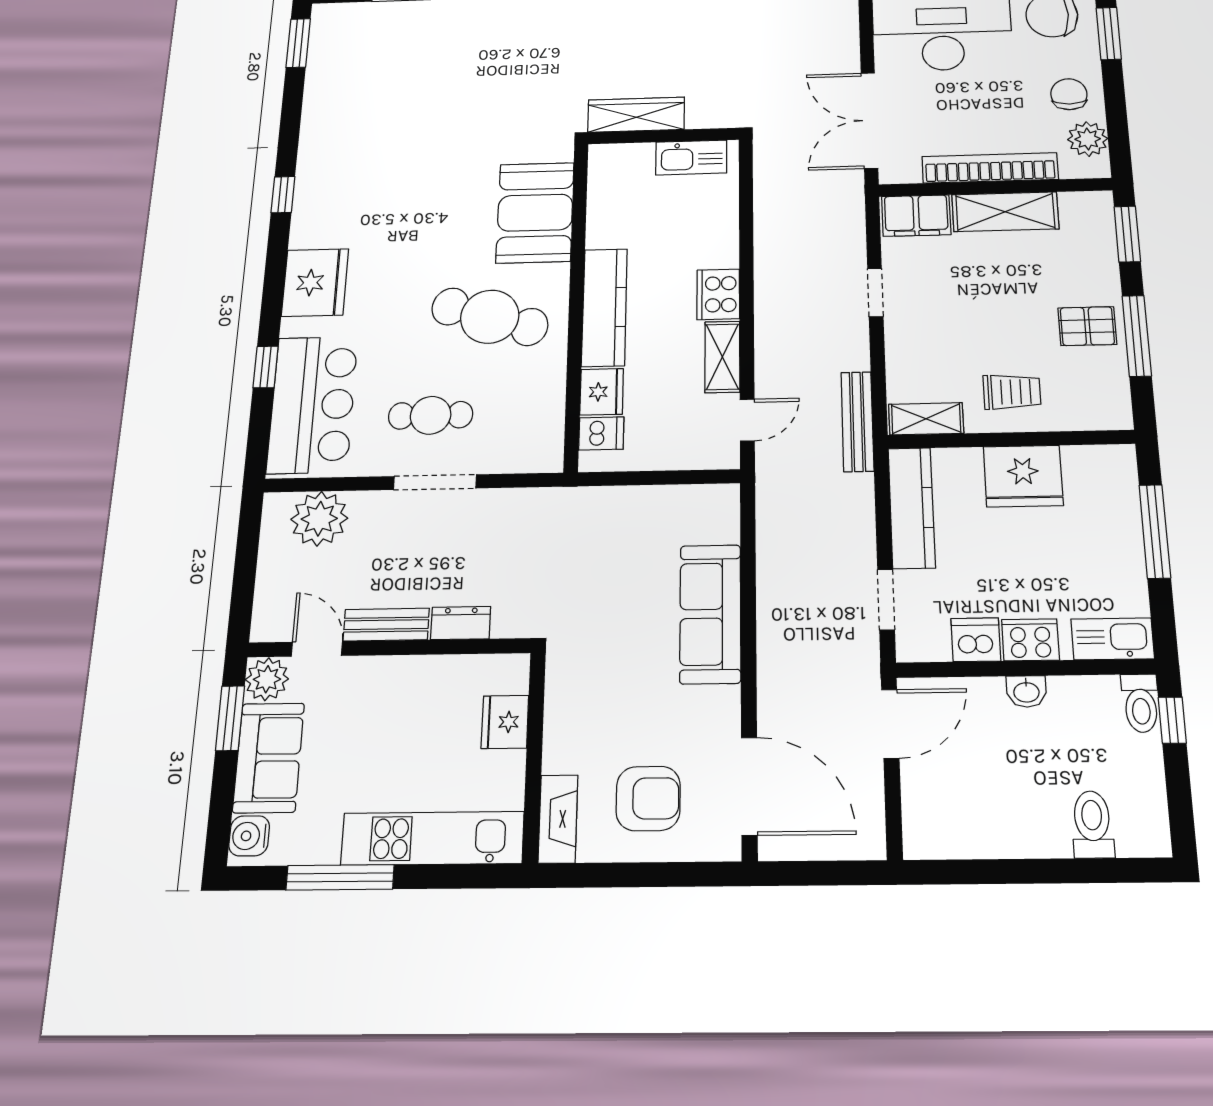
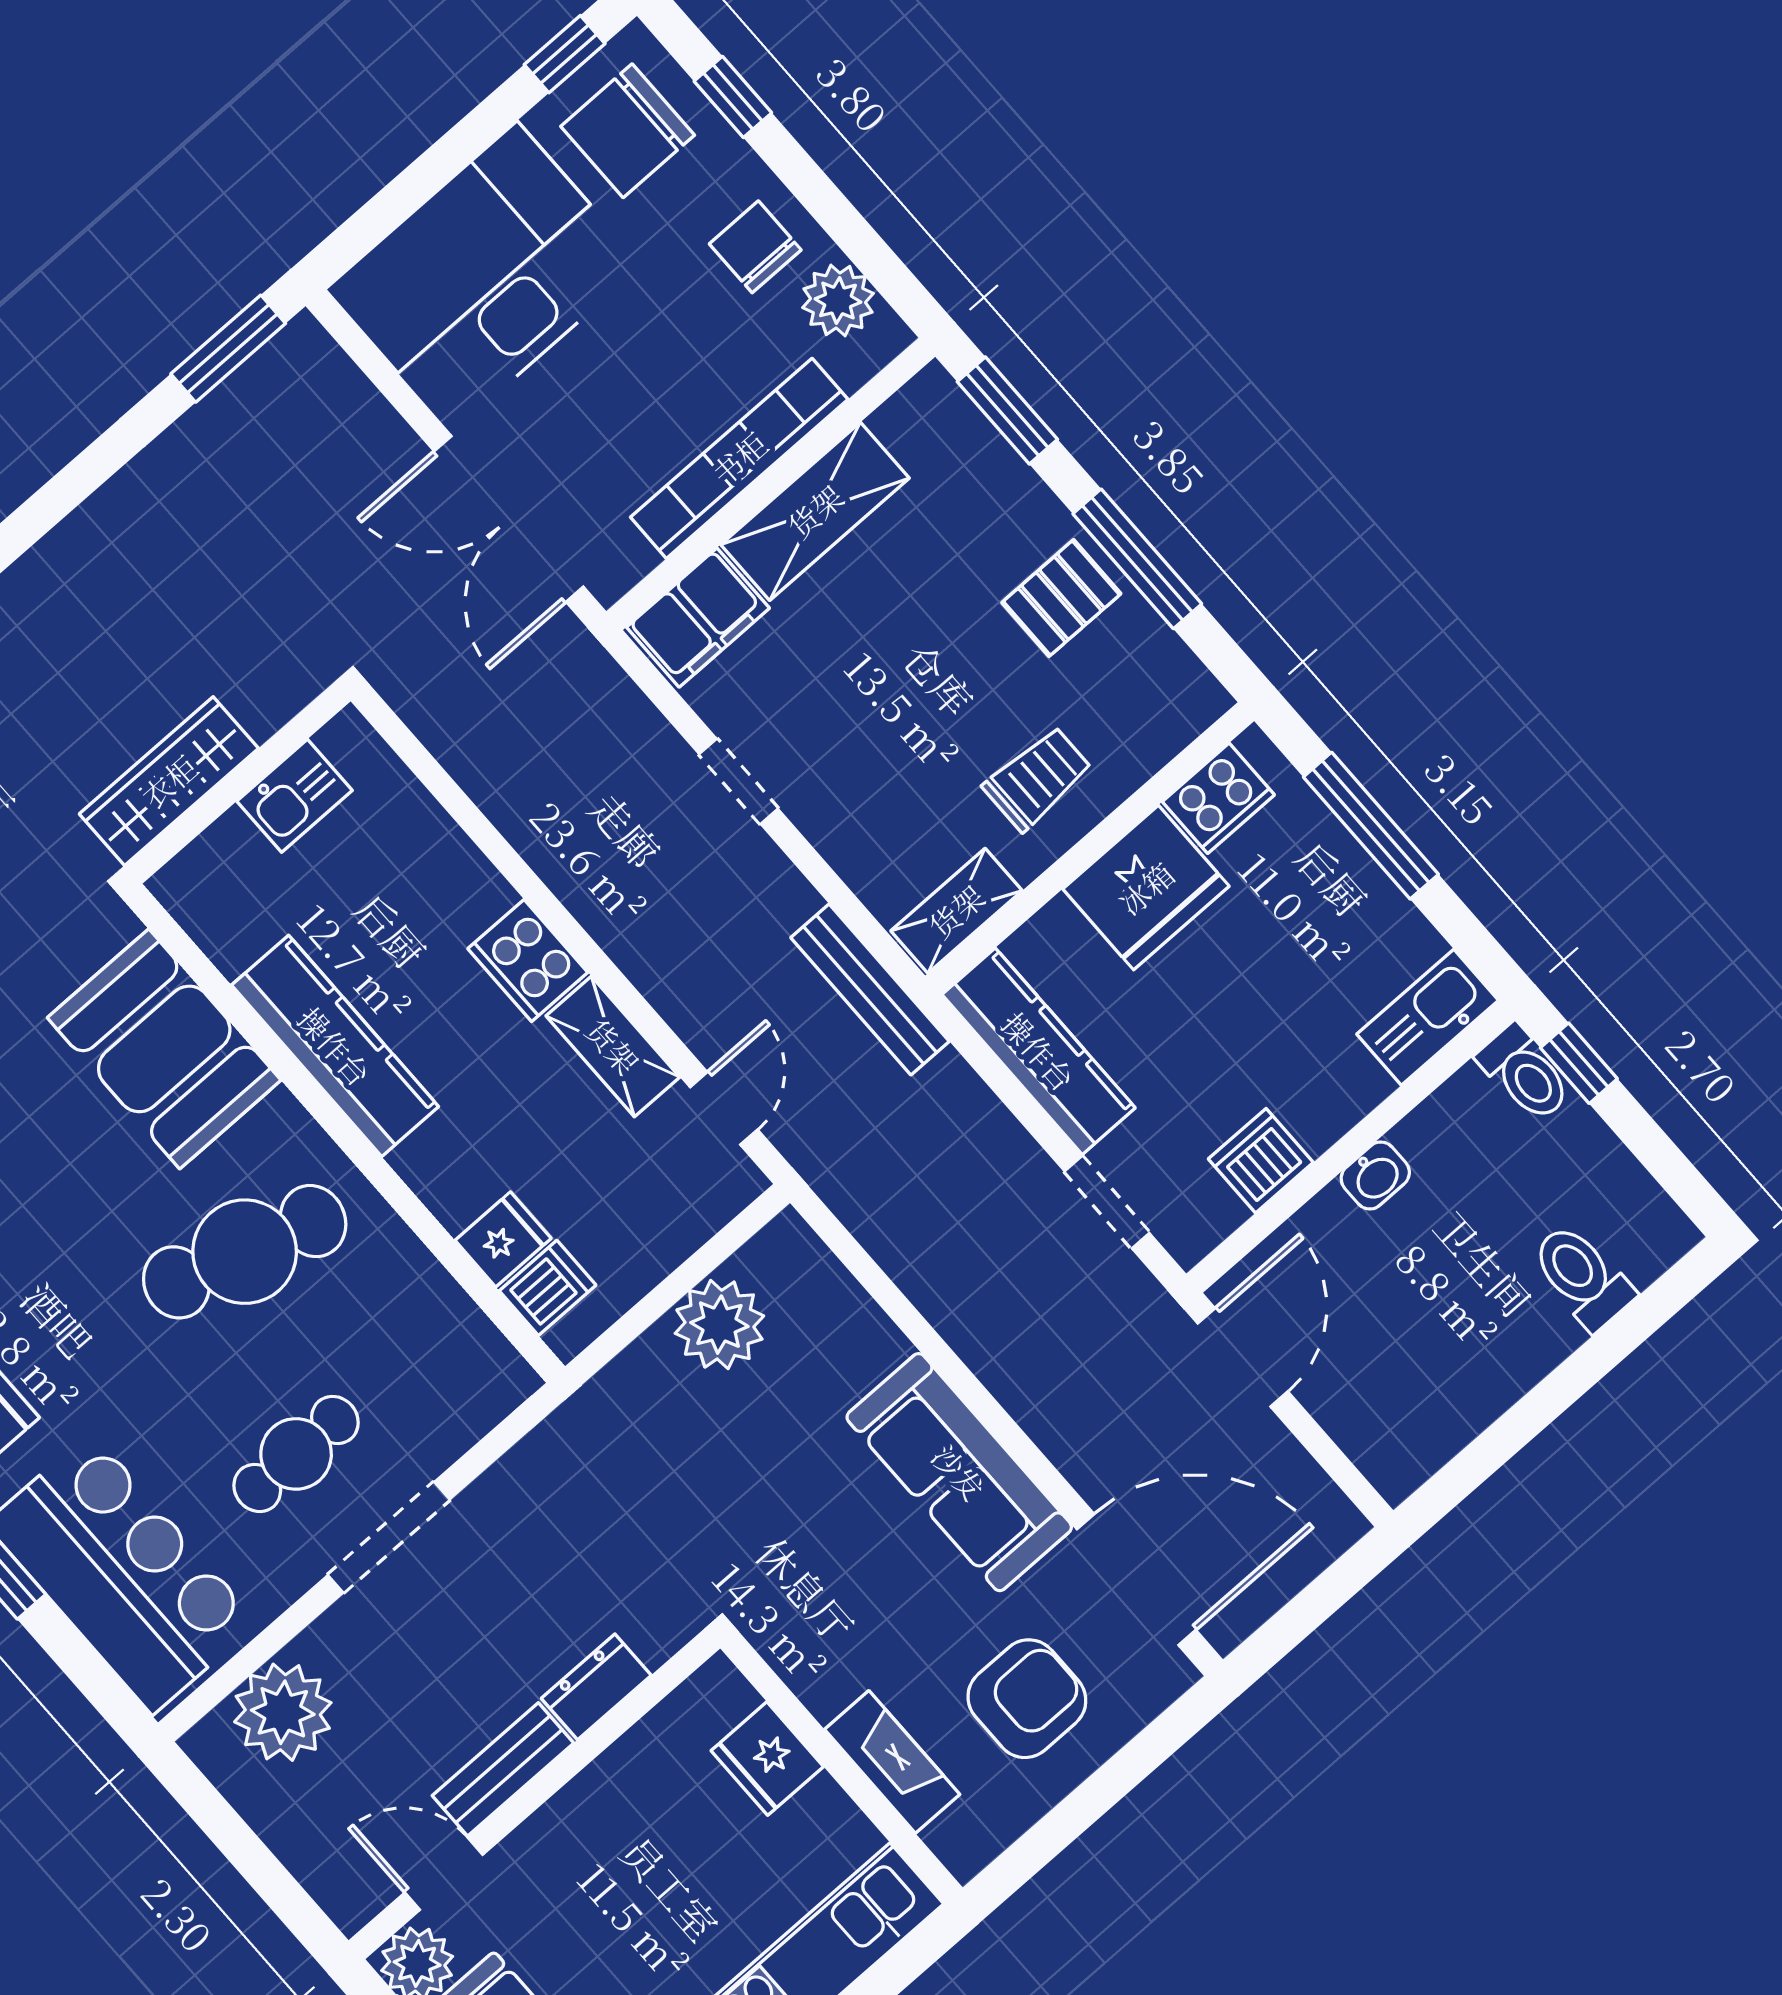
window: (1109, 33) -> (733, 97), width x0.67
kitchen sink: (691, 158) -> (294, 796), width x0.73
kitchen counter: (604, 307) -> (335, 1046), moved
fridge: (602, 392) -> (503, 1239), width x0.72
plant: (661, 510) -> (719, 1325), added
sofa: (710, 614) -> (959, 1472), moved
cooker: (1030, 640) -> (1218, 798), moved, turned 180
fireplace: (558, 819) -> (892, 1762), moved

